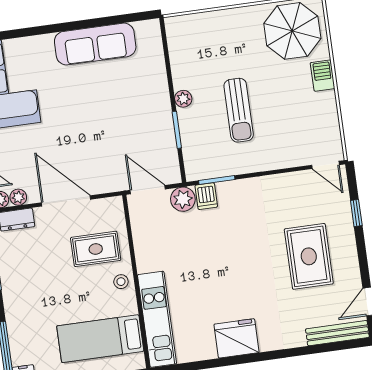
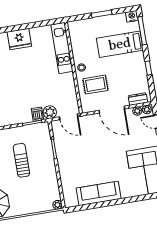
plant: (183, 99) -> (57, 205), moved
bed: (100, 339) -> (120, 44), moved, turned 180

